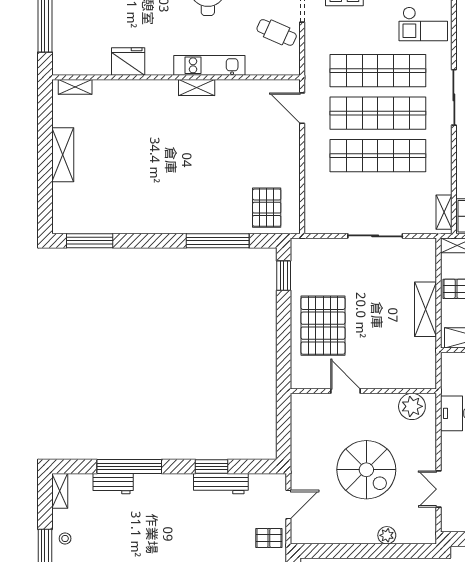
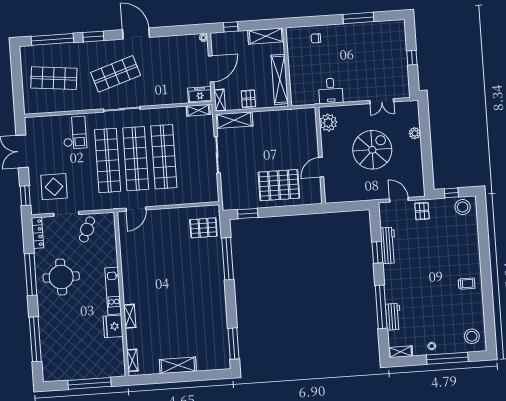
kitchen unit: (209, 65) -> (113, 291), moved
shelving: (197, 88) -> (130, 316), moved
shelving: (425, 309) -> (234, 120), moved

